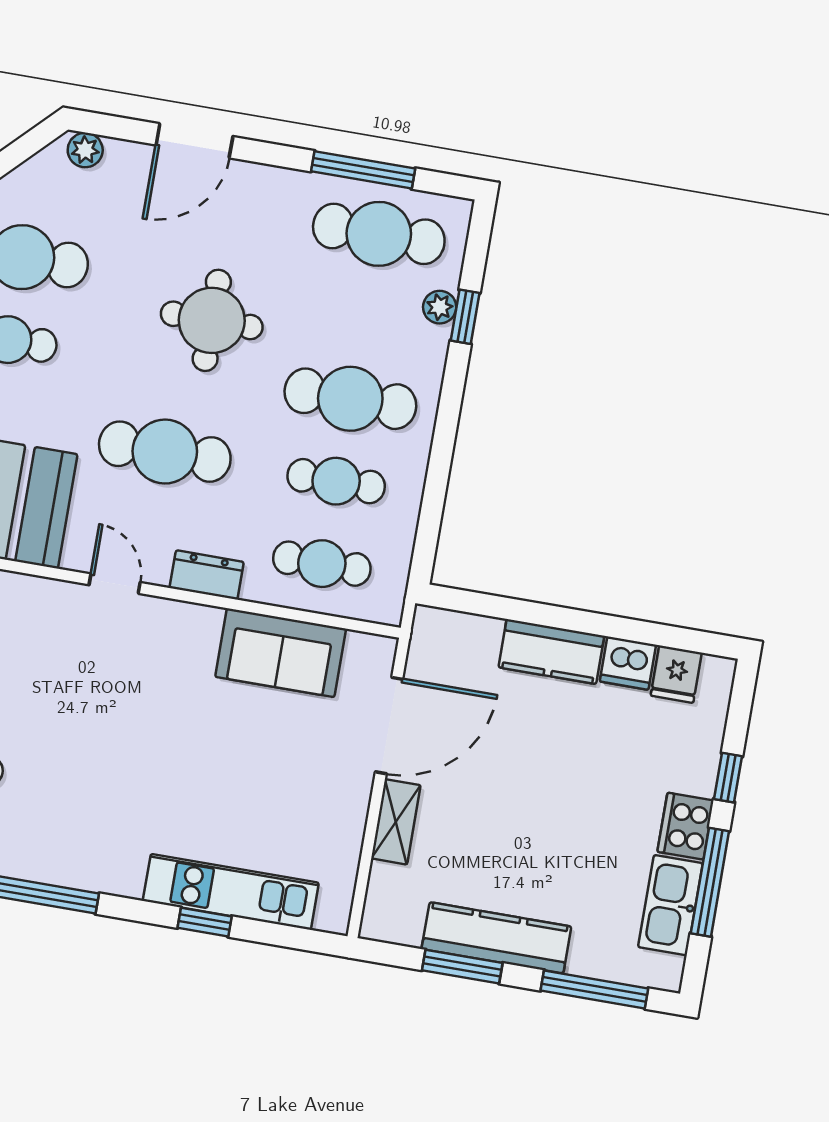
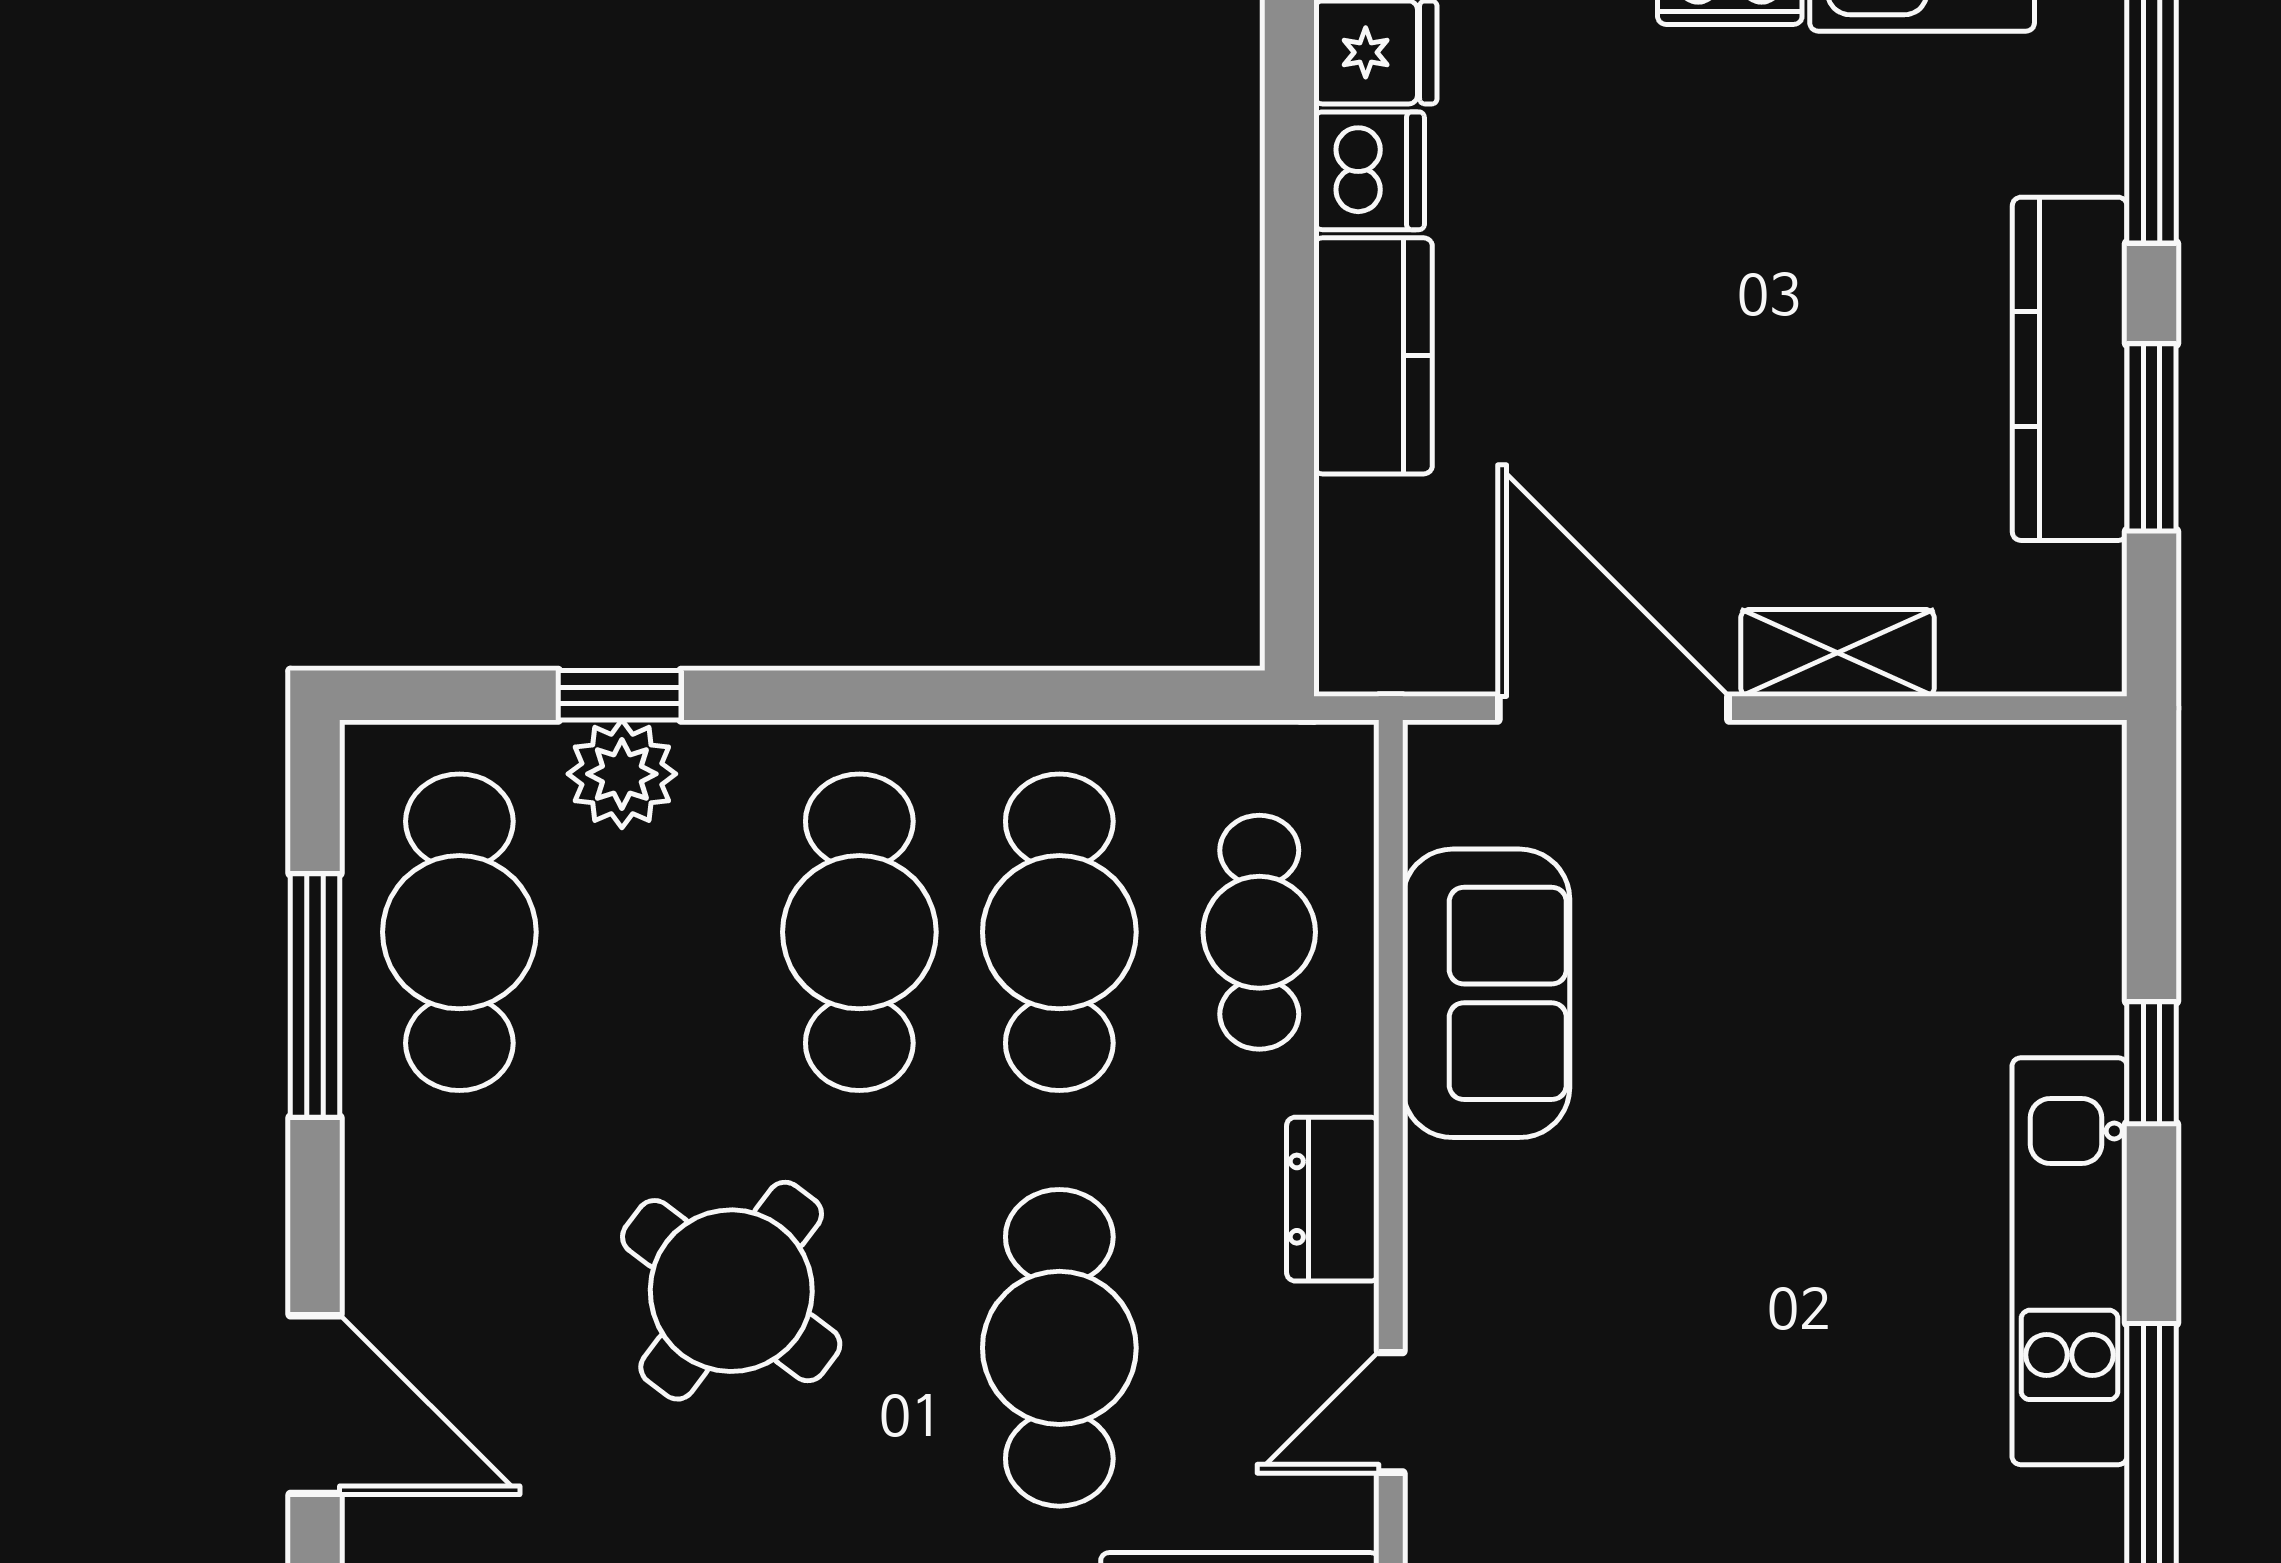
plant: (440, 307) -> (622, 774), width x1.38, depth x1.38
round table: (212, 320) -> (731, 1291), turned 37
cafe table: (336, 481) -> (1059, 932), width x1.37, depth x1.35
kitchen unit: (231, 892) -> (2070, 1261), moved

